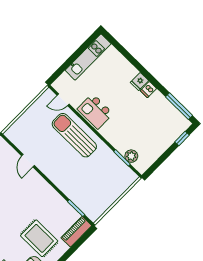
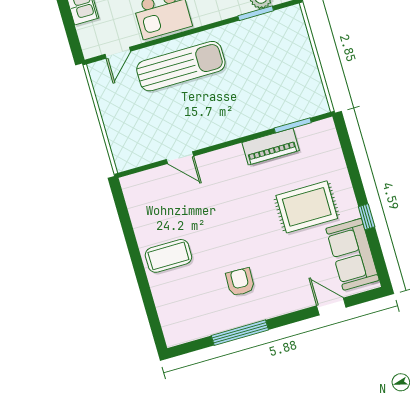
sun lounger: (74, 135) -> (181, 66), turned 180
piano: (76, 232) -> (271, 147), moved, turned -90

